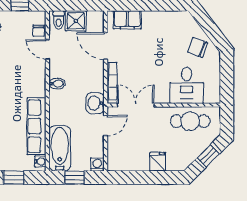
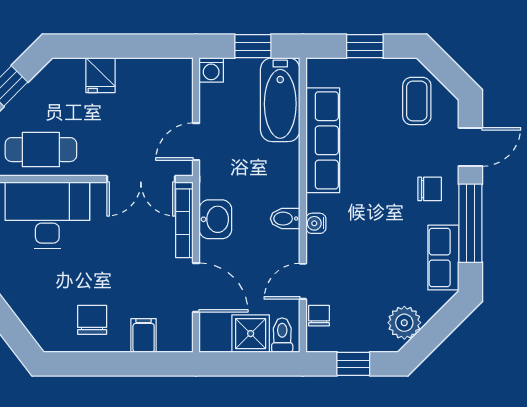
filing cabinet: (127, 20) -> (144, 335), width x0.50
chair: (198, 48) -> (92, 320), moved, turned -111
door: (47, 49) -> (303, 281), swing flipped
desk: (187, 85) -> (47, 215), width x1.37
washbasin: (95, 103) -> (215, 219), moved
water cooler: (40, 161) -> (316, 223), moved

